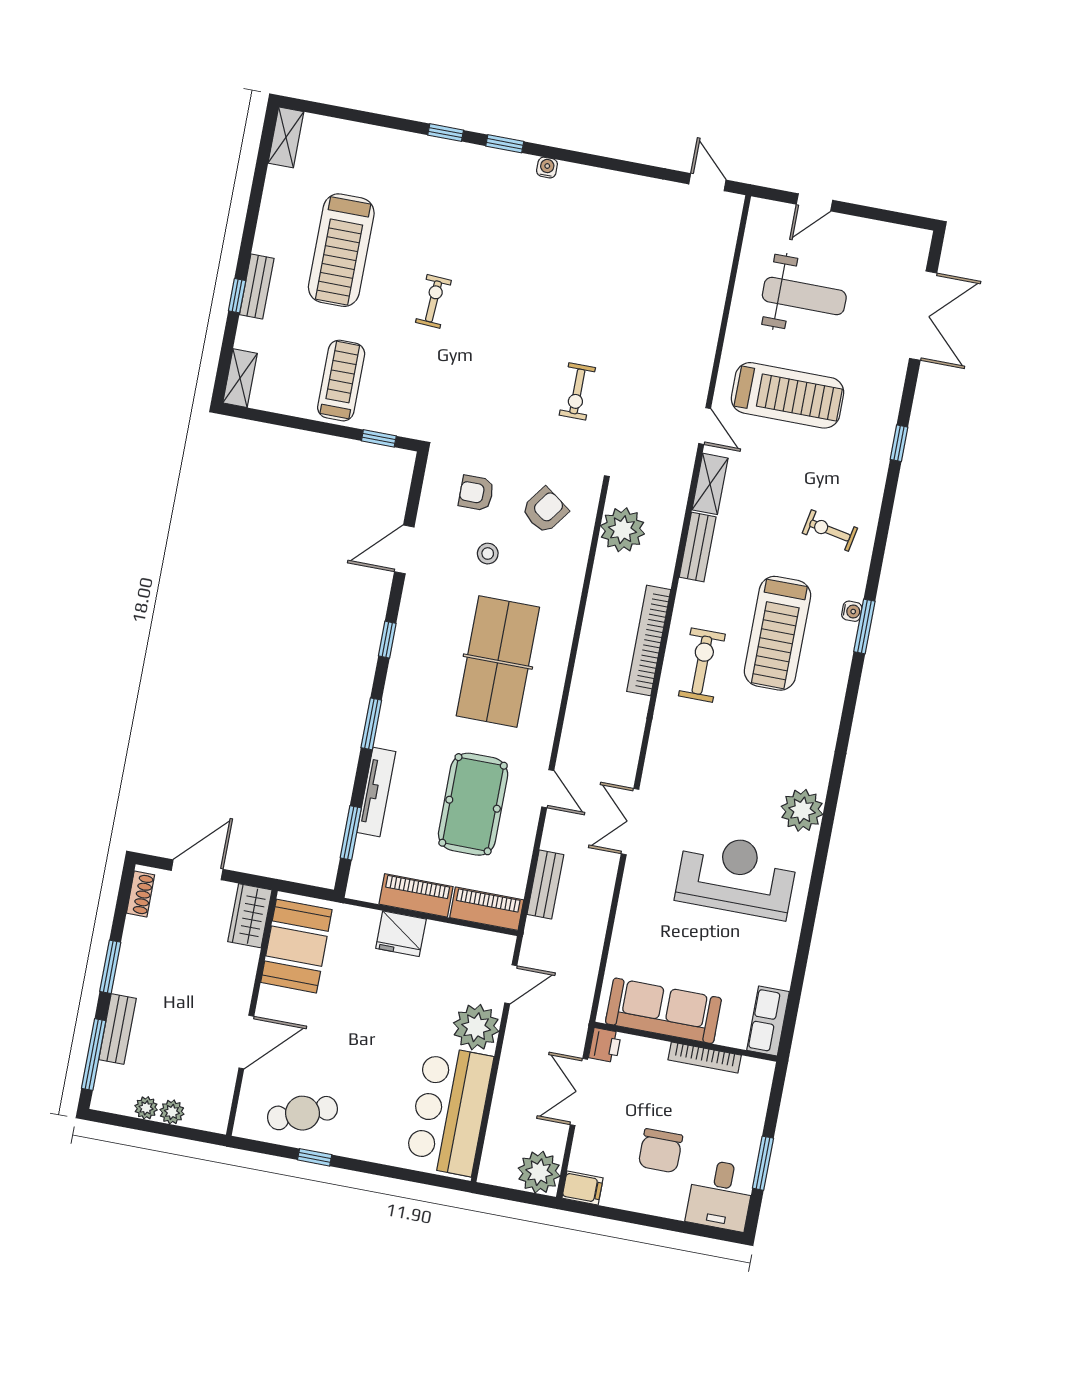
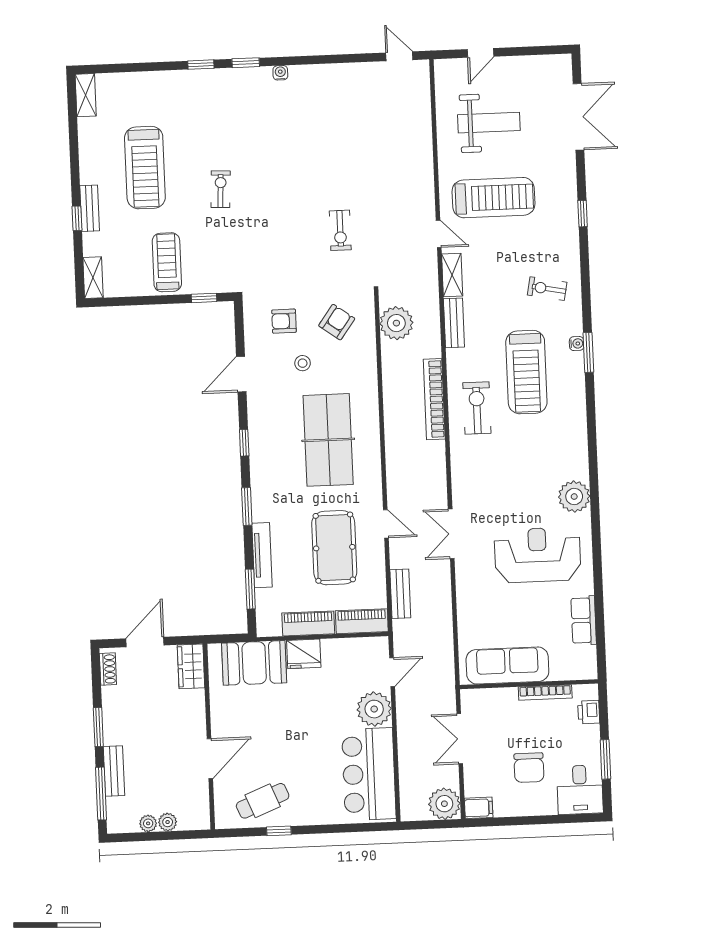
booth: (296, 946) -> (254, 663), moved, turned 90
row of seats: (768, 1021) -> (584, 620), moved
printer: (605, 1045) -> (589, 712), moved, turned 180

